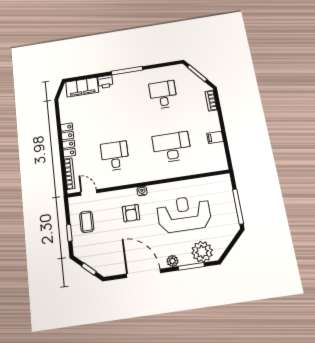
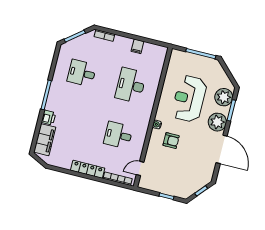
coffee table: (87, 222) -> (163, 179), removed
plant: (172, 261) -> (217, 122), width x1.87, depth x1.87
door: (143, 273) -> (222, 149), swing flipped

